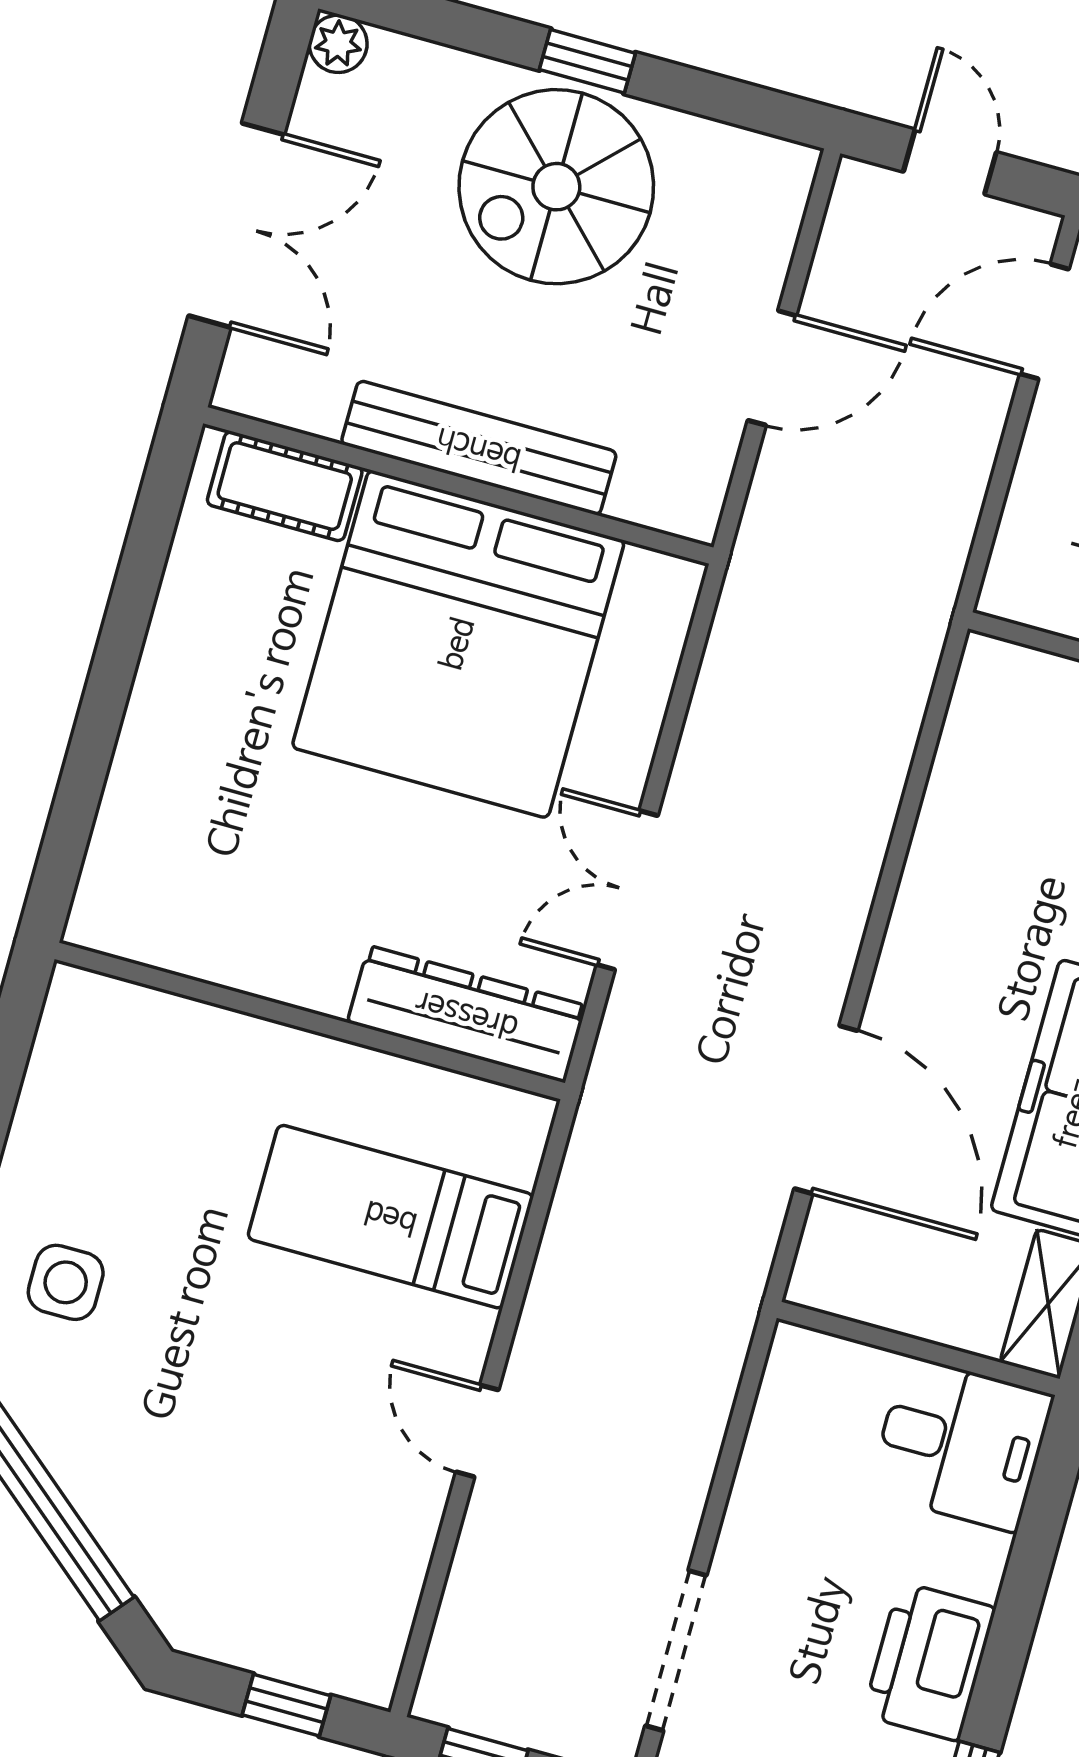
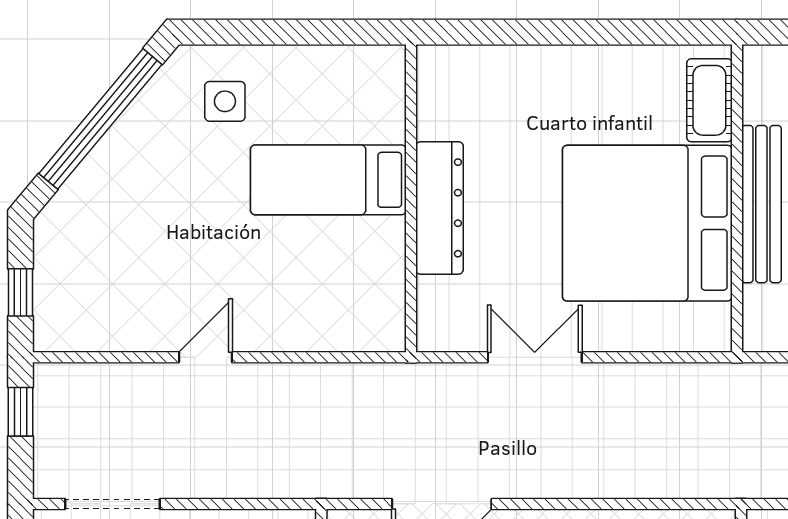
dresser: (467, 1014) -> (439, 208), moved
bed: (391, 1217) -> (328, 180), moved, turned -90

